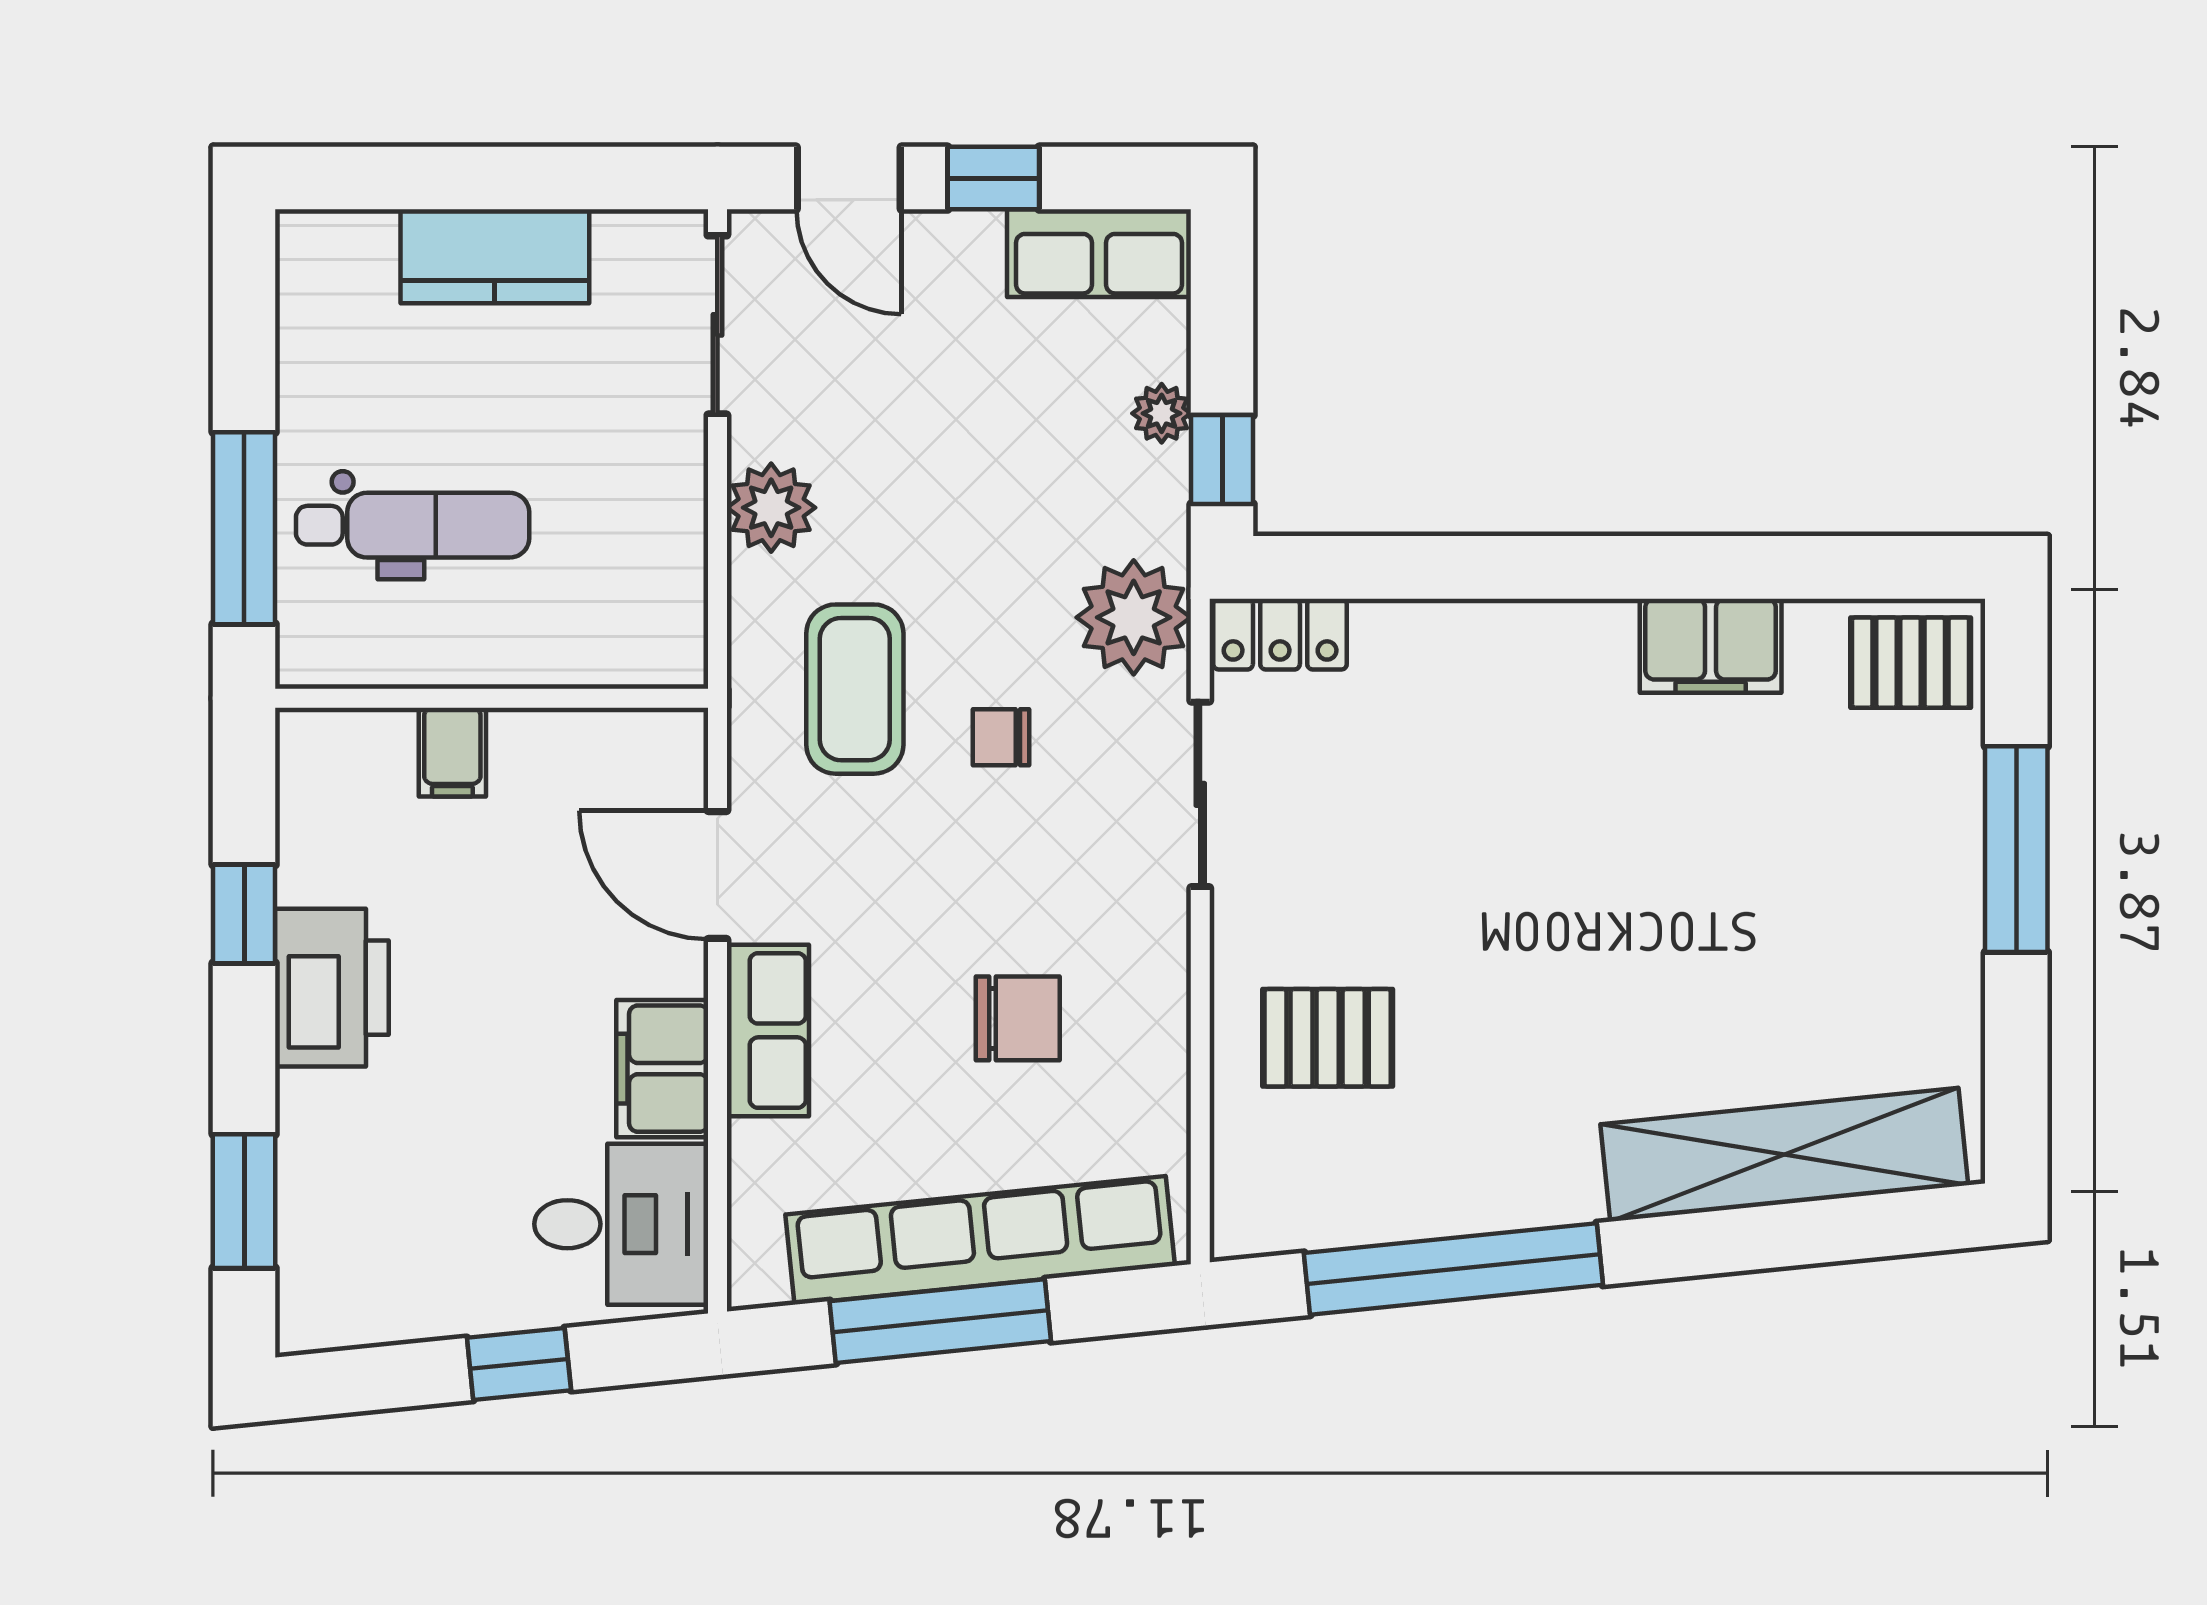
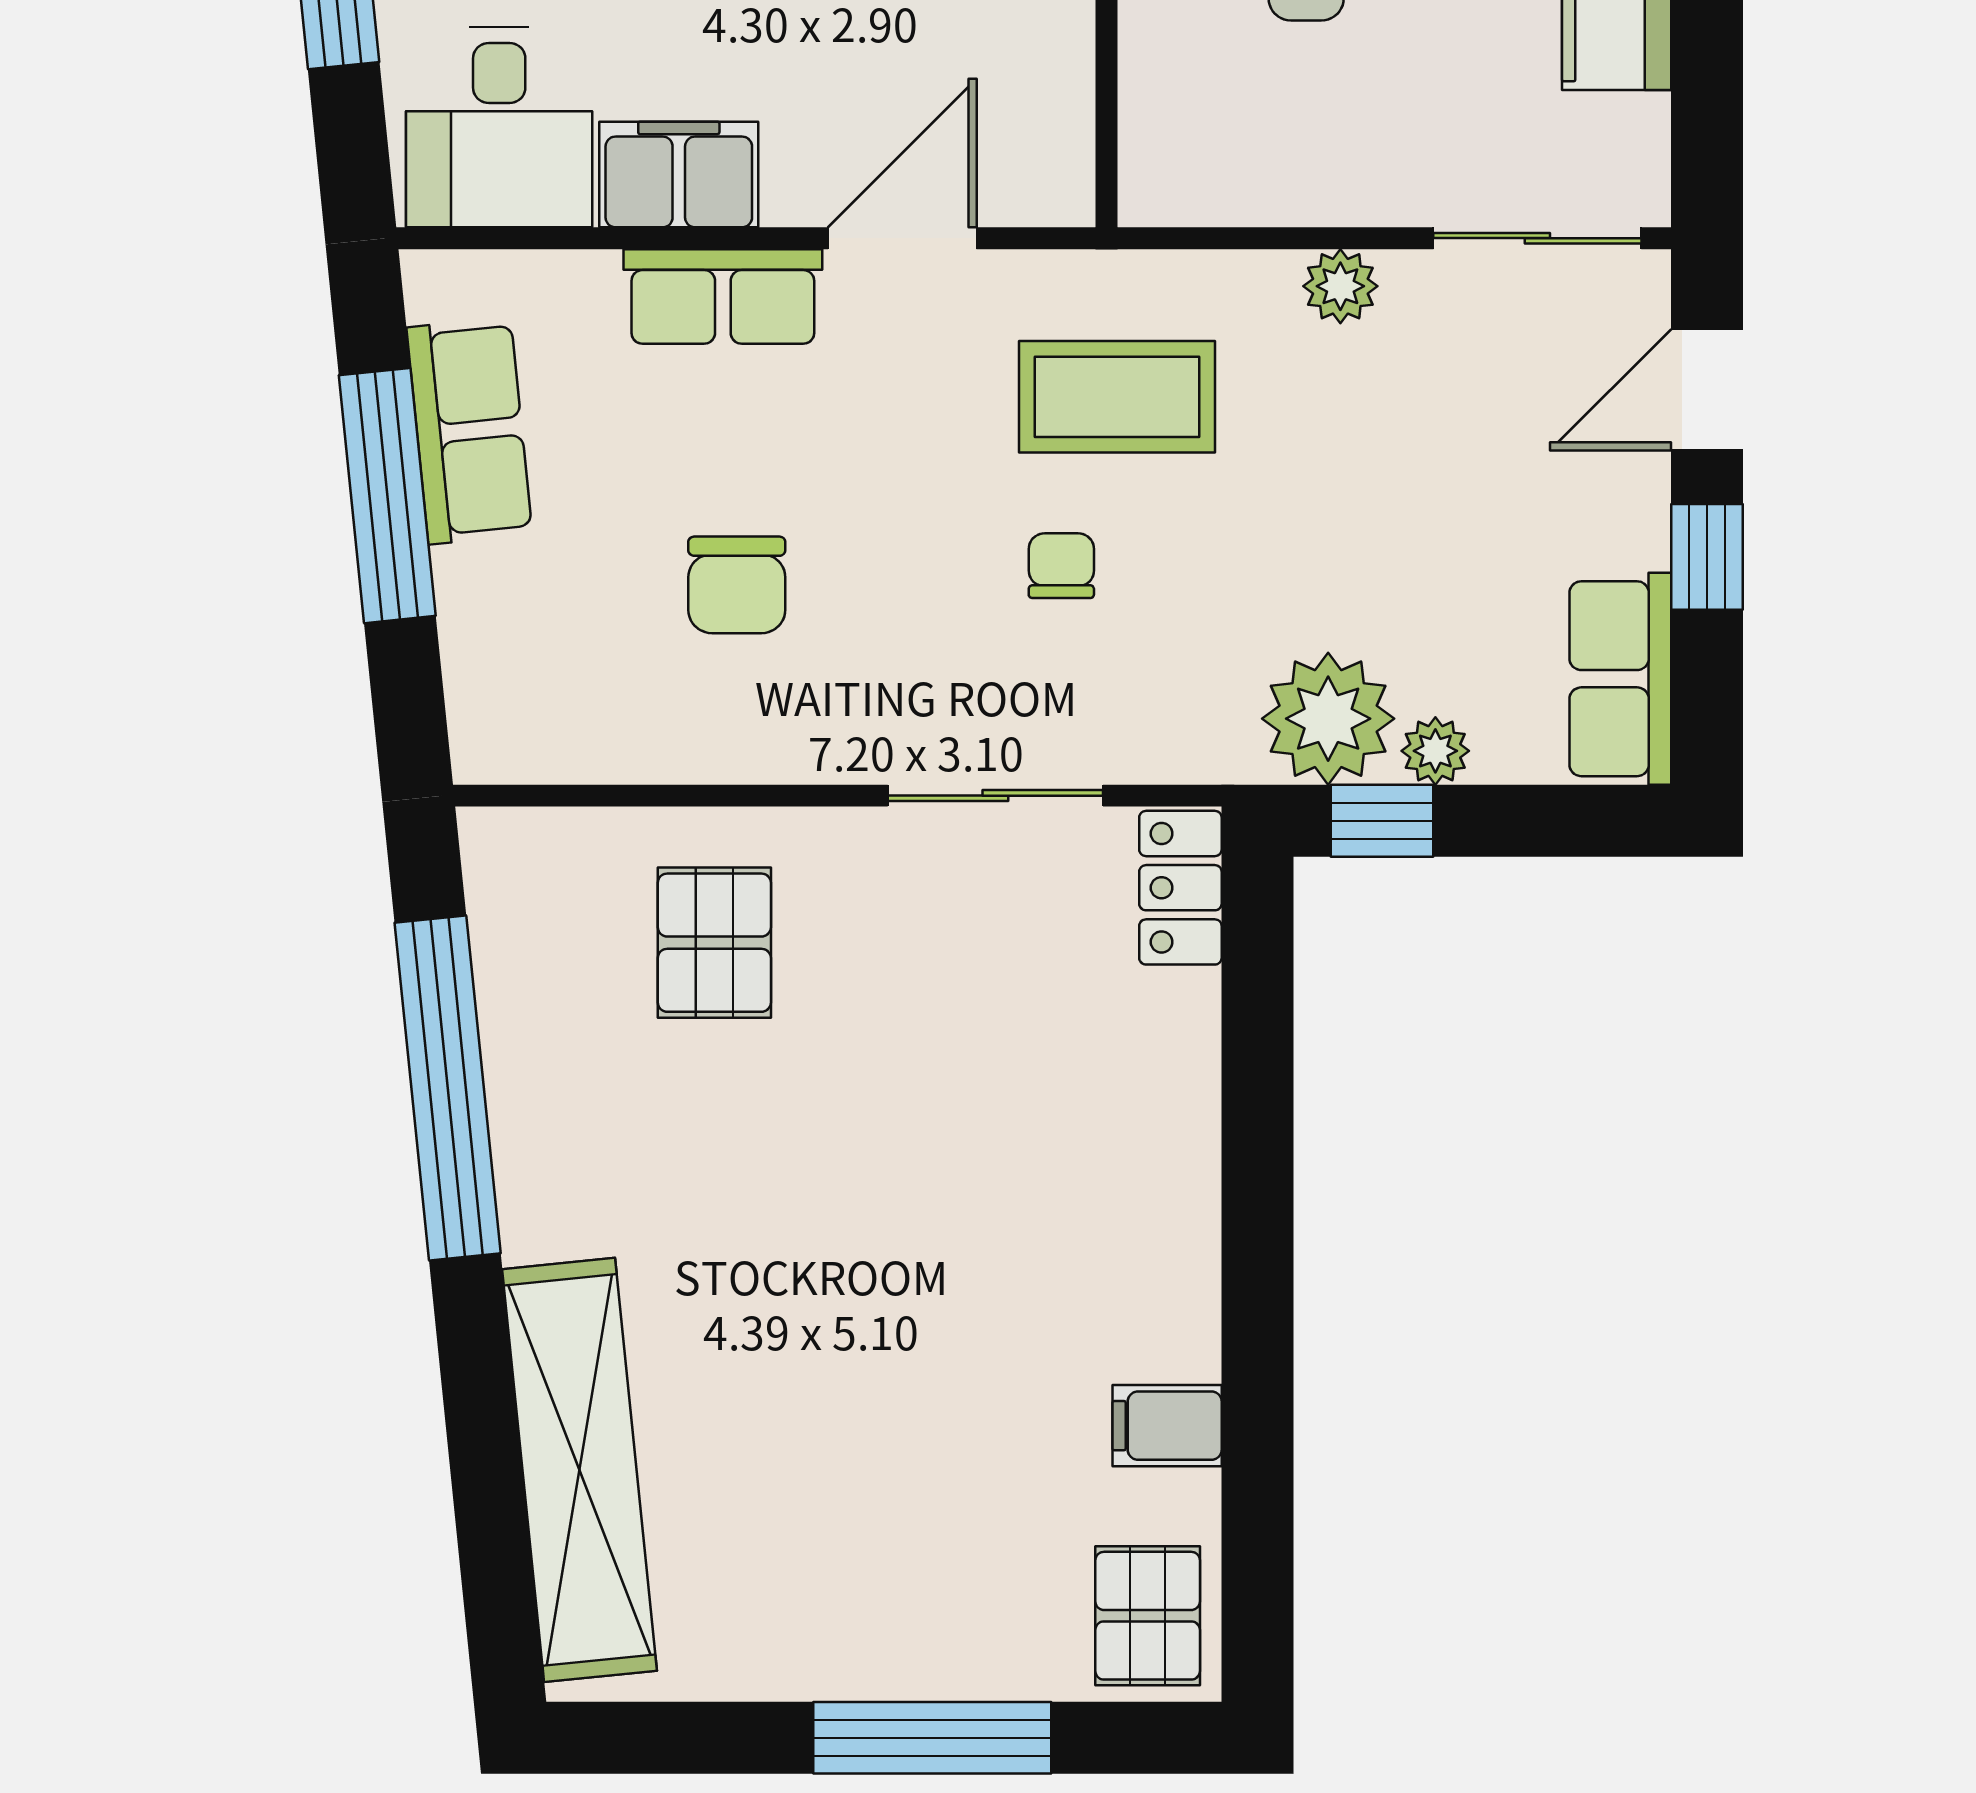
plant: (771, 508) -> (1340, 286), width x0.73, depth x0.73
plant: (1134, 617) -> (1328, 719), moved
filing cabinet: (1711, 646) -> (1167, 1426), width x0.50
row of seats: (980, 1240) -> (469, 431), width x0.50

